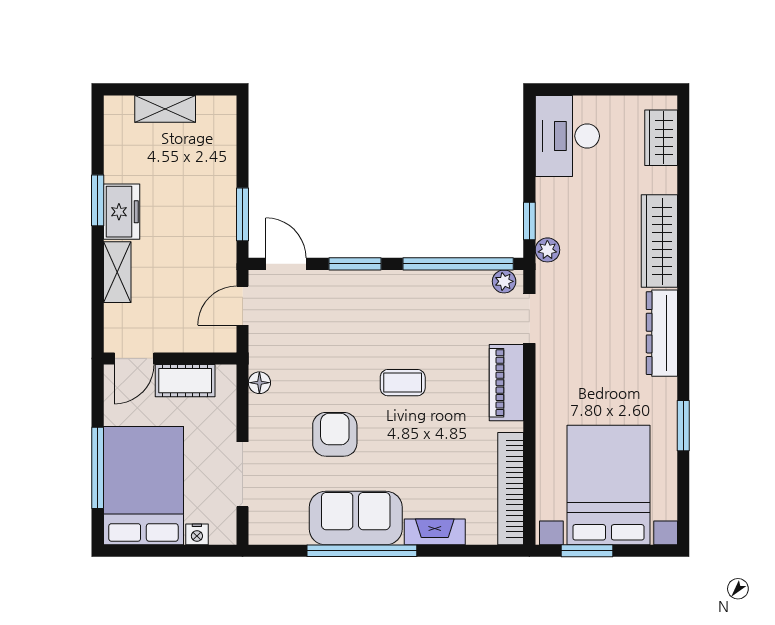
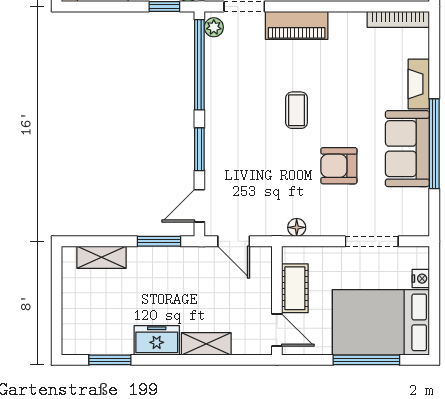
shelving: (165, 109) -> (101, 257), moved, turned 90
window: (98, 200) -> (110, 360), moved
bookcase: (511, 489) -> (398, 19), width x0.68, depth x0.76

